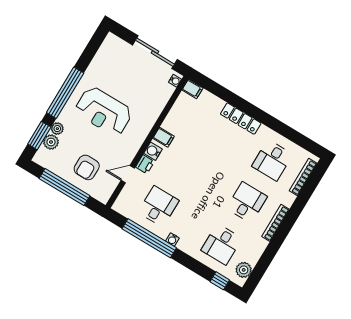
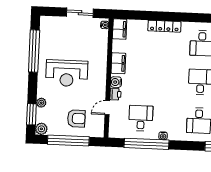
sliding door: (155, 52) -> (80, 13), width x0.73
filing cabinet: (192, 89) -> (120, 29), width x2.00
window: (65, 93) -> (34, 51), moved
filing cabinet: (164, 137) -> (118, 63), width x2.00
plant: (51, 142) -> (41, 129), moved
armchair: (87, 167) -> (76, 118), turned -90

